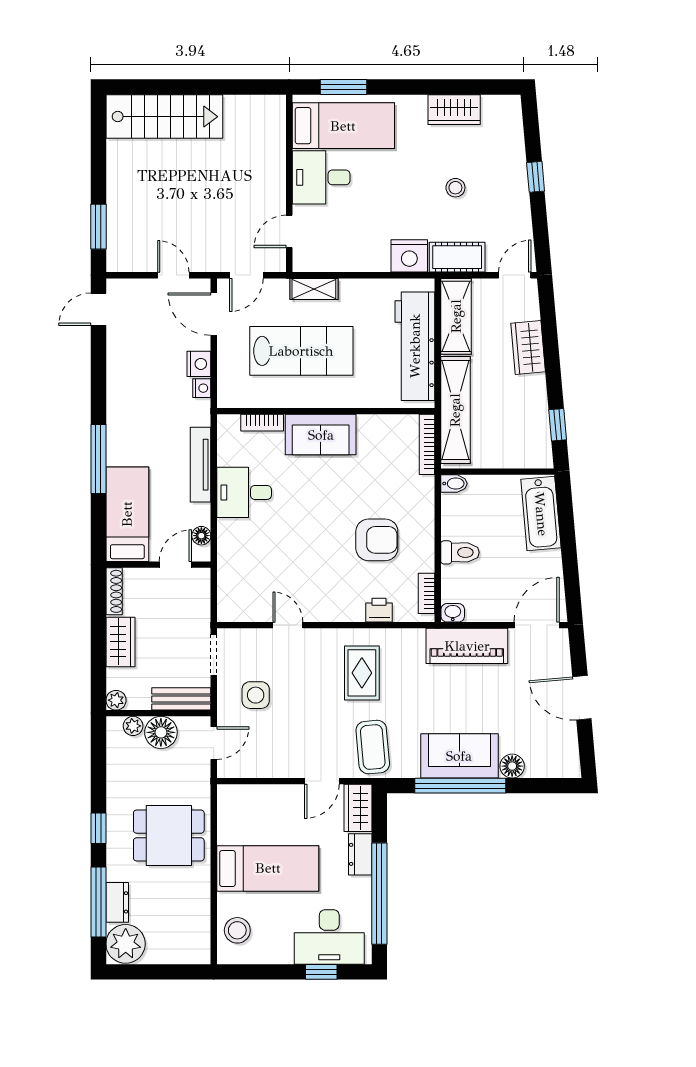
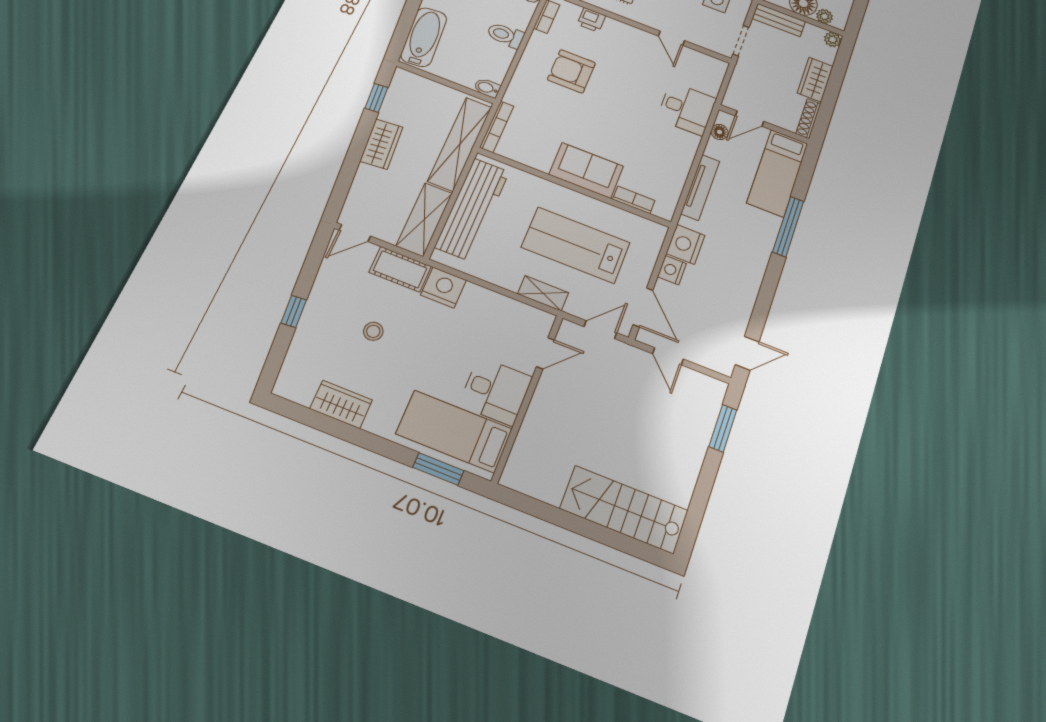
wardrobe: (528, 348) -> (381, 144), moved
nightstand: (202, 388) -> (685, 244), width x1.89, depth x1.79
desk: (244, 492) -> (687, 109), moved

